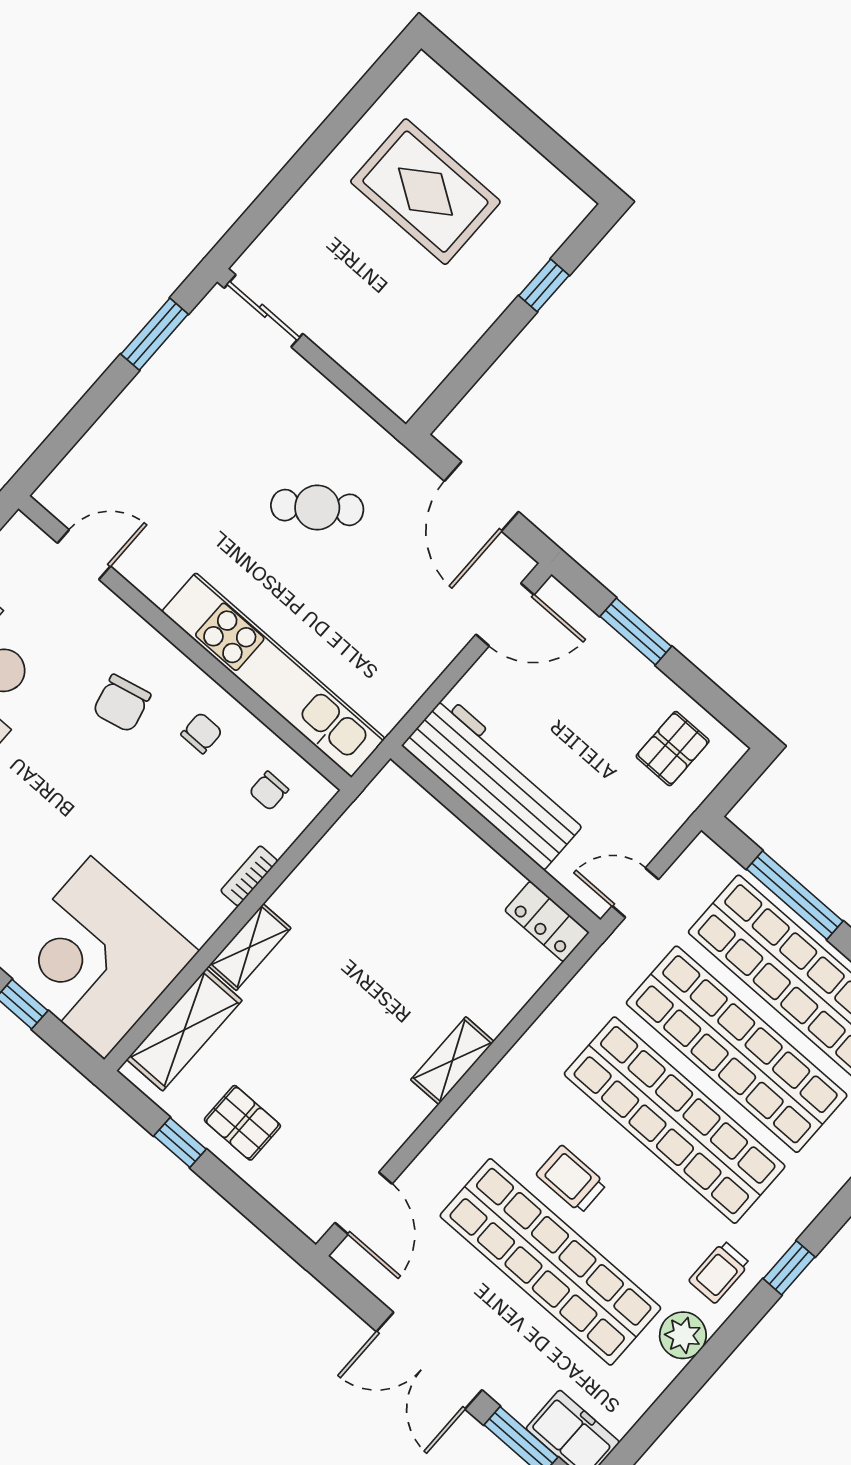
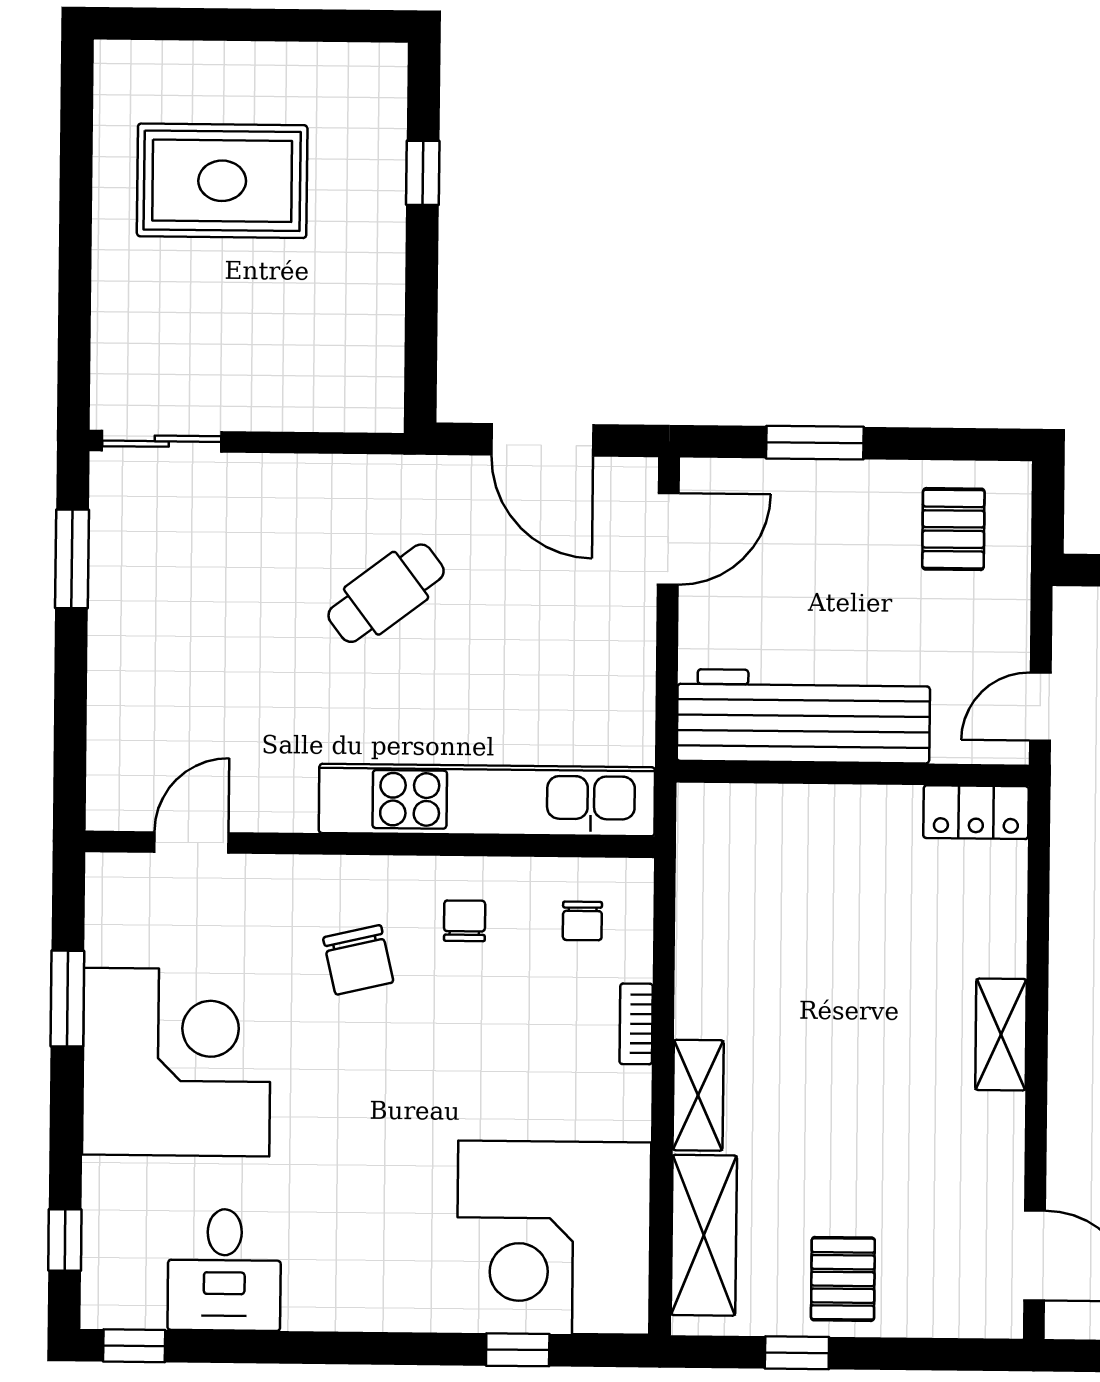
pallet: (242, 1123) -> (843, 1279), turned 90

